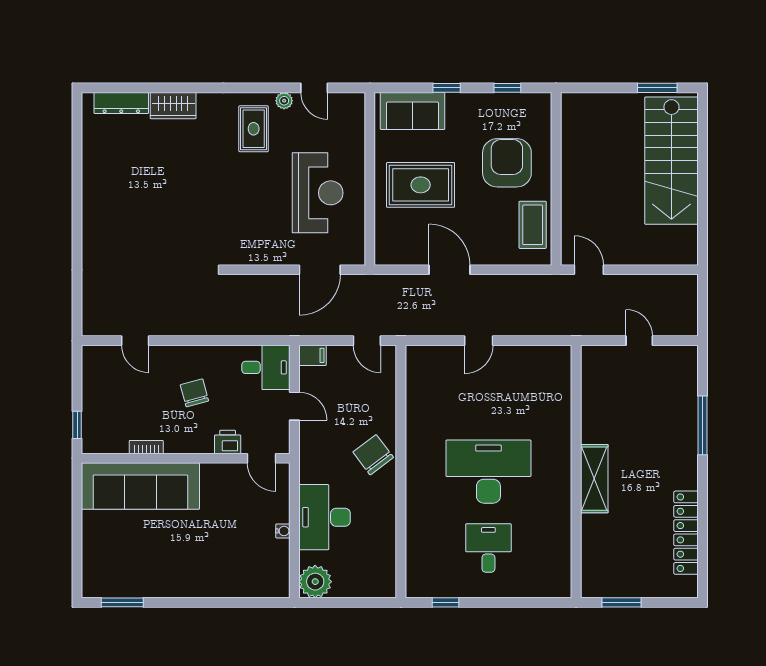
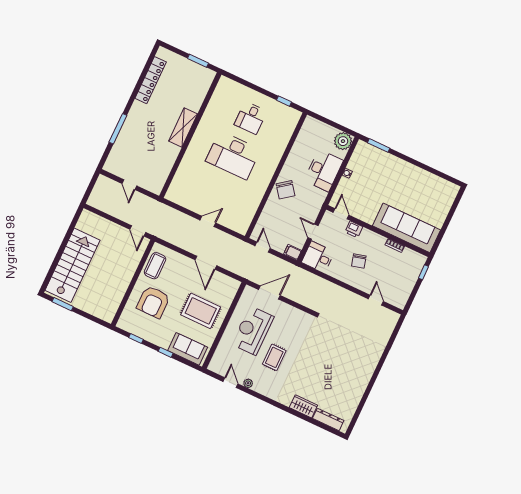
rug: (254, 129) -> (274, 357), moved
window: (122, 602) -> (379, 145), moved

